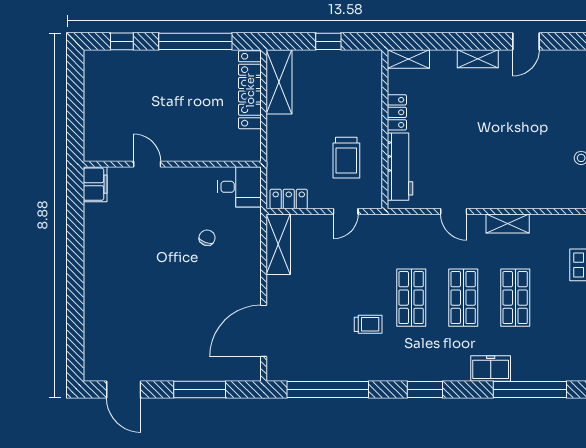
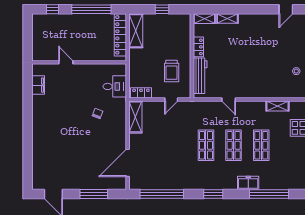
door: (526, 41) -> (286, 9), moved
shelving: (478, 59) -> (227, 18), moved
door: (147, 164) -> (66, 62), moved
wall: (172, 164) -> (79, 62), moved
shelving: (508, 223) -> (277, 106), moved
trolley: (368, 324) -> (183, 159), removed

